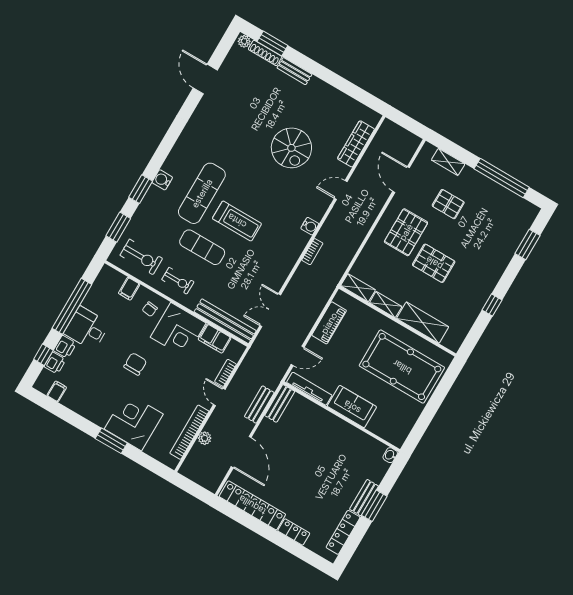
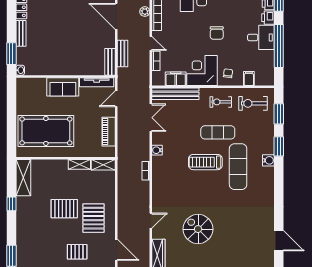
water cooler: (310, 226) -> (157, 150), moved
shelving: (423, 323) -> (23, 178), moved, turned 90
window: (374, 506) -> (11, 54), moved

